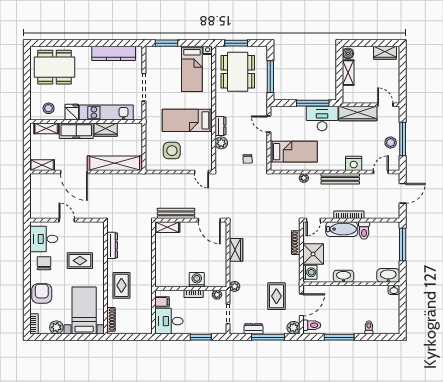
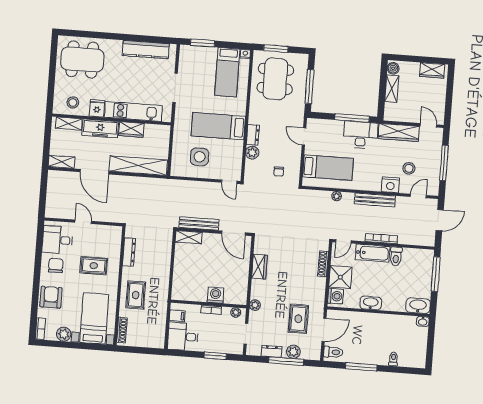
stool: (391, 143) -> (409, 168), moved
plant: (294, 328) -> (293, 352), moved

